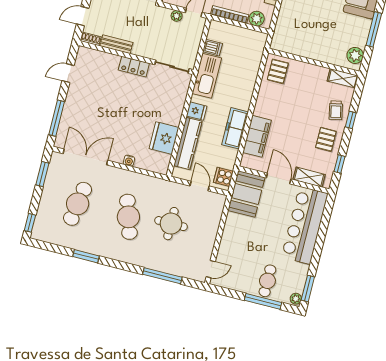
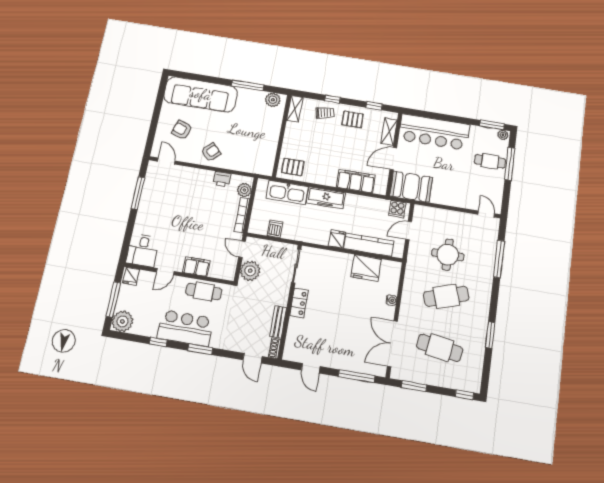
plant: (177, 16) -> (250, 271), width x1.87, depth x1.87
kitchen sink: (207, 76) -> (287, 192), moved, turned 180
freezer: (235, 128) -> (326, 198), moved

